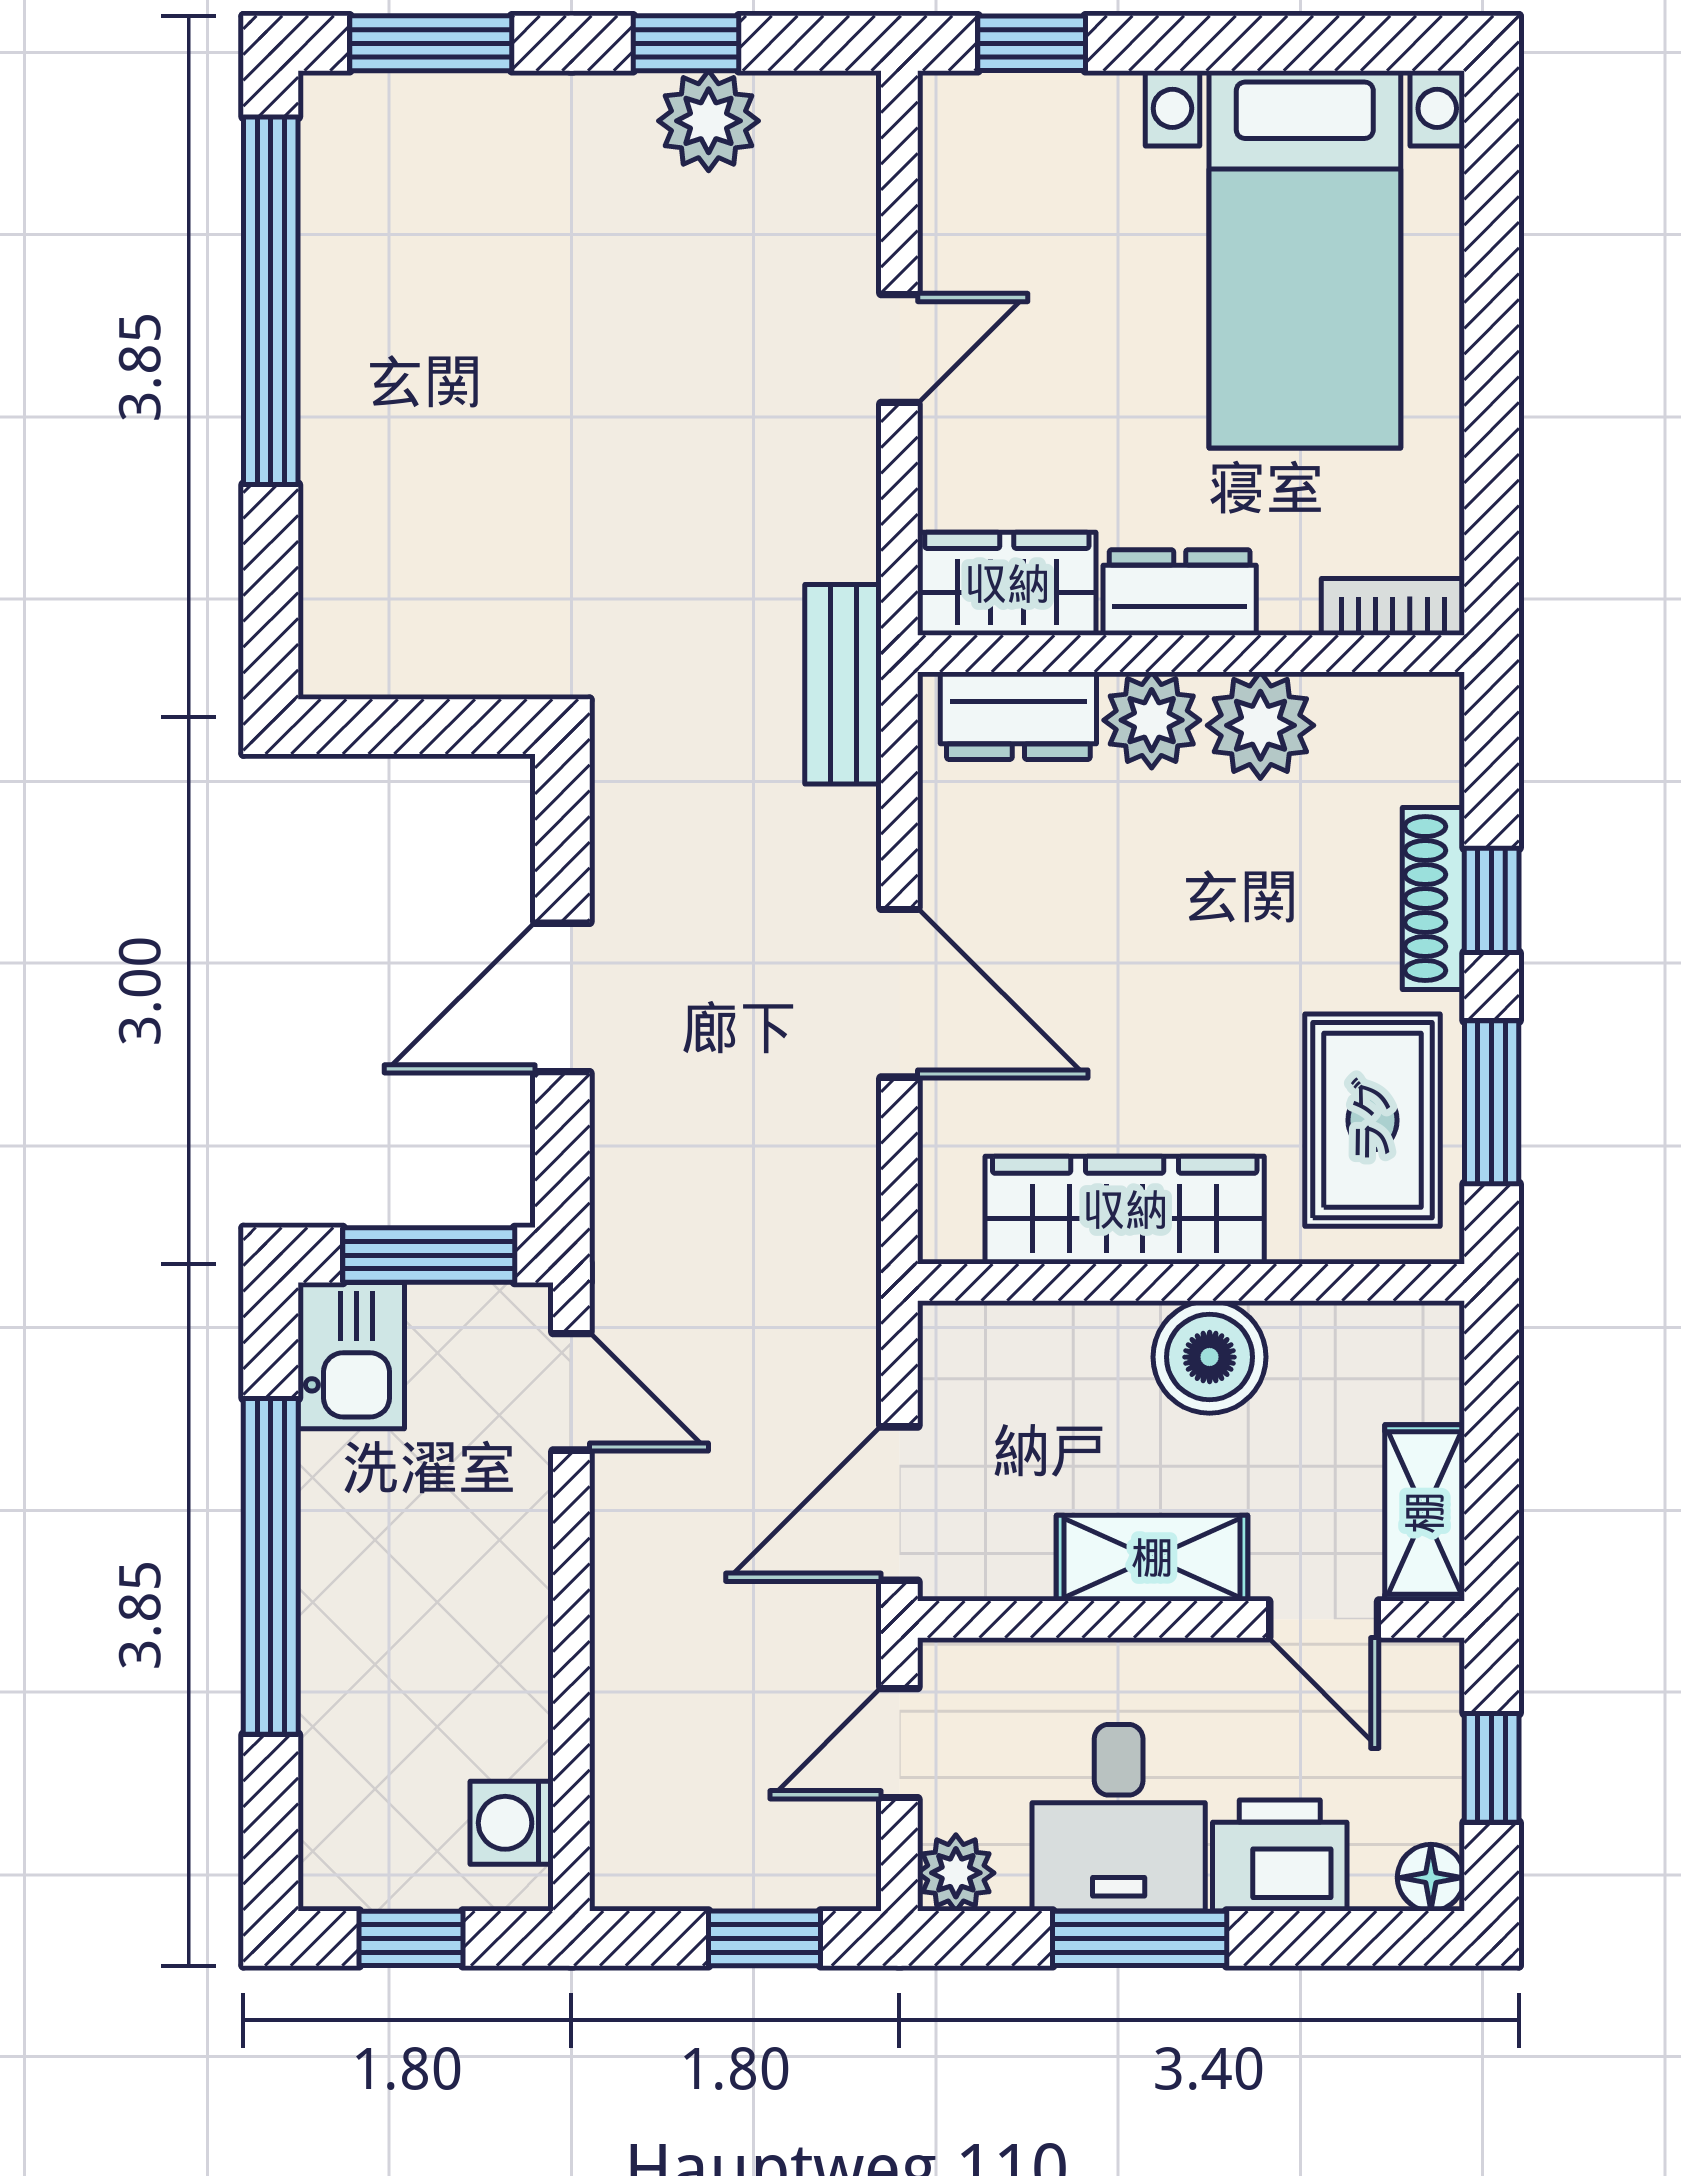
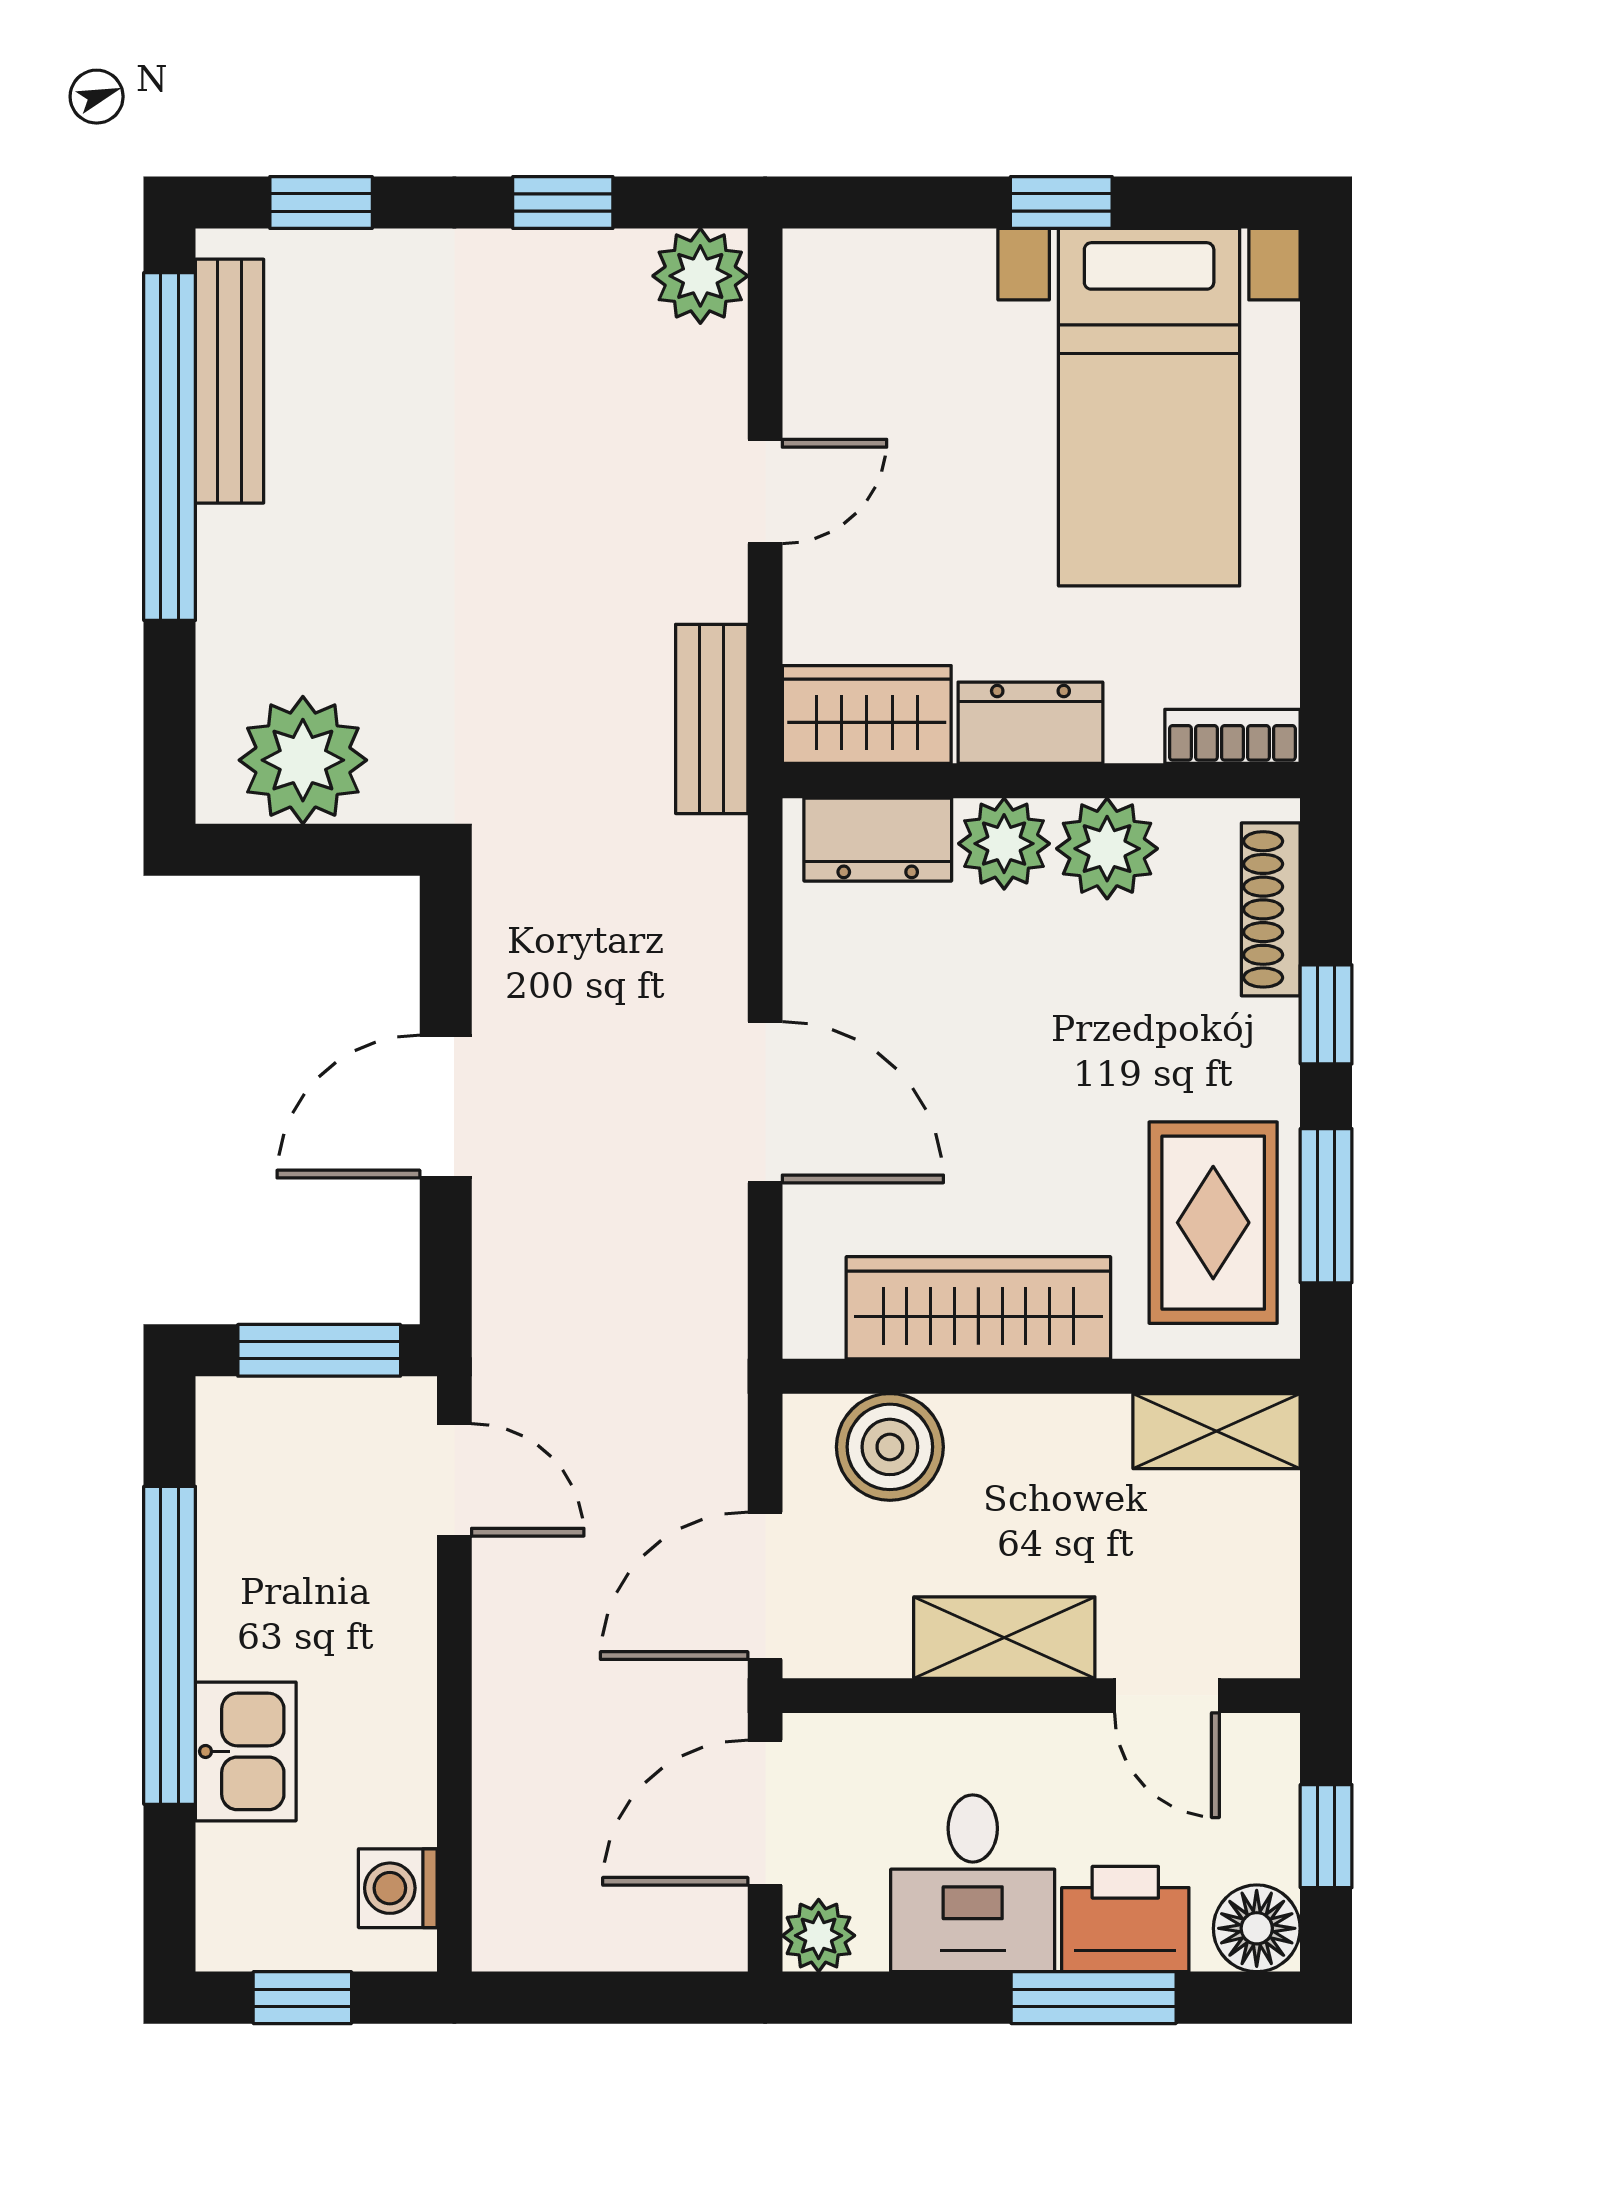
window: (431, 43) -> (321, 203), width x0.67
window: (1032, 43) -> (1061, 203), moved
plant: (709, 121) -> (700, 276), moved
bench: (334, 232) -> (230, 381), added
plant: (412, 632) -> (303, 760), added
bench: (843, 684) -> (712, 719), moved
shoe rack: (1433, 899) -> (1271, 909), moved
kitchen sink: (351, 1356) -> (246, 1751), moved
boiler: (1210, 1357) -> (890, 1447), moved
shelving: (1425, 1513) -> (1217, 1431), moved, turned 90
door: (899, 1743) -> (765, 1813), width x1.37
floor lamp: (1431, 1878) -> (1257, 1928), width x1.37, depth x1.37
window: (764, 1938) -> (637, 1998), removed
window: (1140, 1938) -> (1094, 1998), moved

